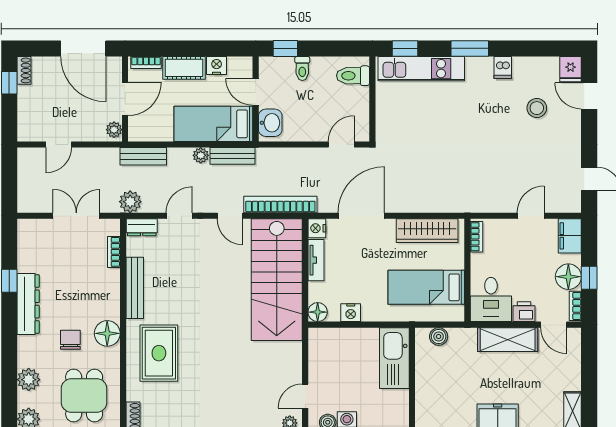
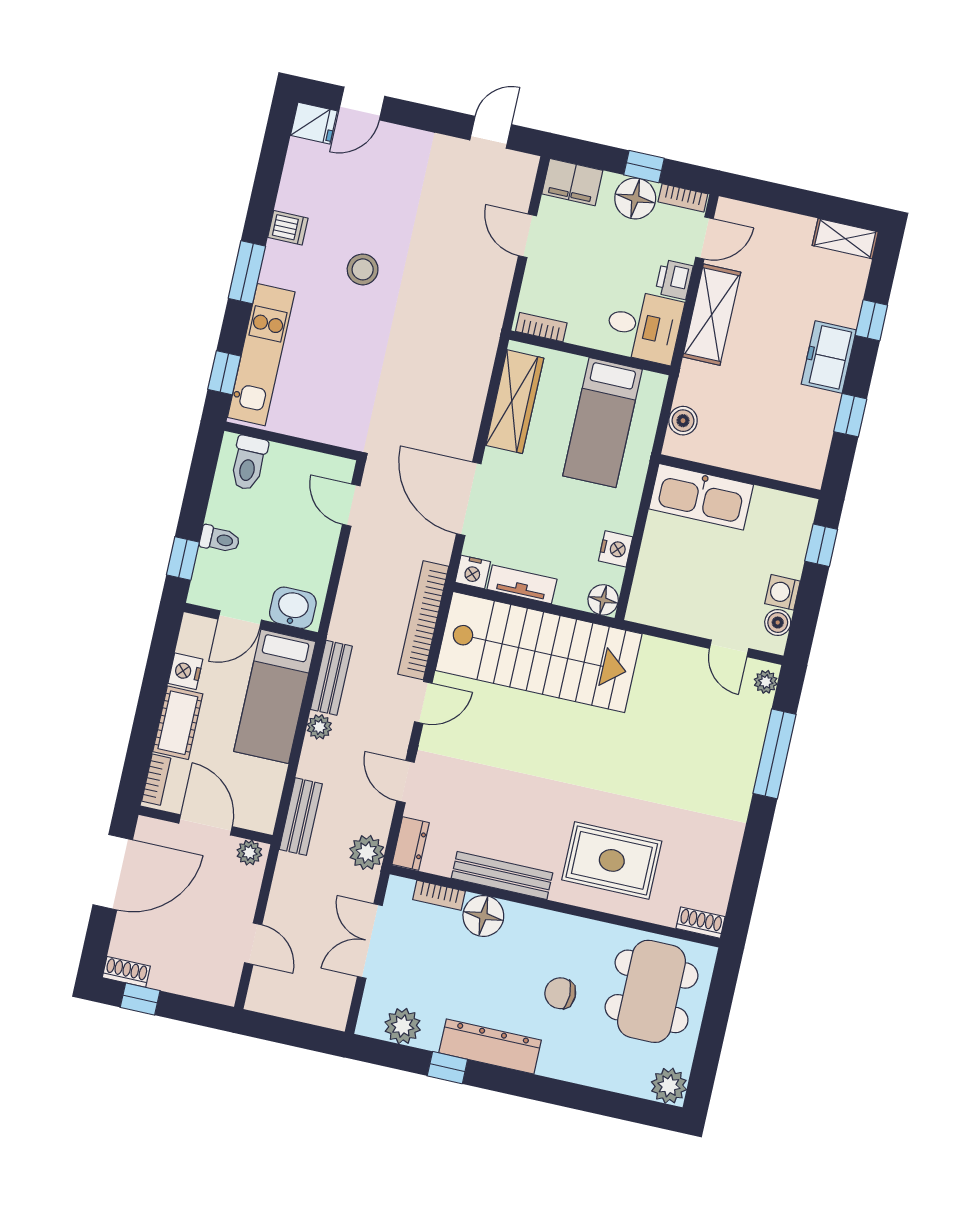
stool: (537, 108) -> (363, 269), moved
floor lamp: (107, 333) -> (483, 916), moved
plant: (29, 380) -> (403, 1026), moved
dining table: (84, 395) -> (652, 991), width x1.38

